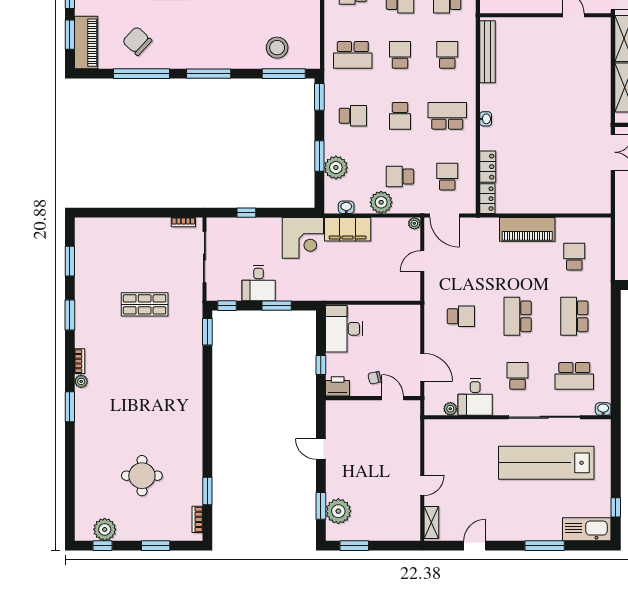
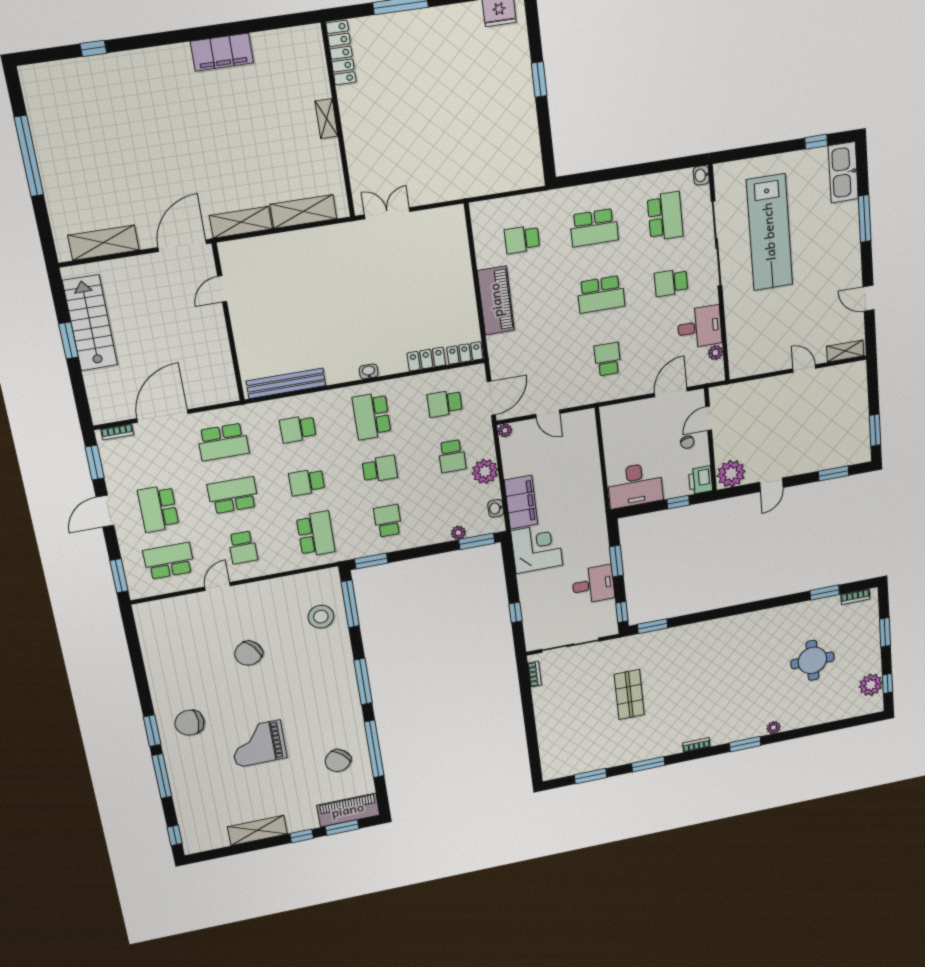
window: (319, 156) -> (477, 541), moved
plant: (336, 168) -> (458, 533), width x0.53, depth x0.53
plant: (81, 381) -> (773, 727), moved
plant: (338, 511) -> (731, 474), moved

